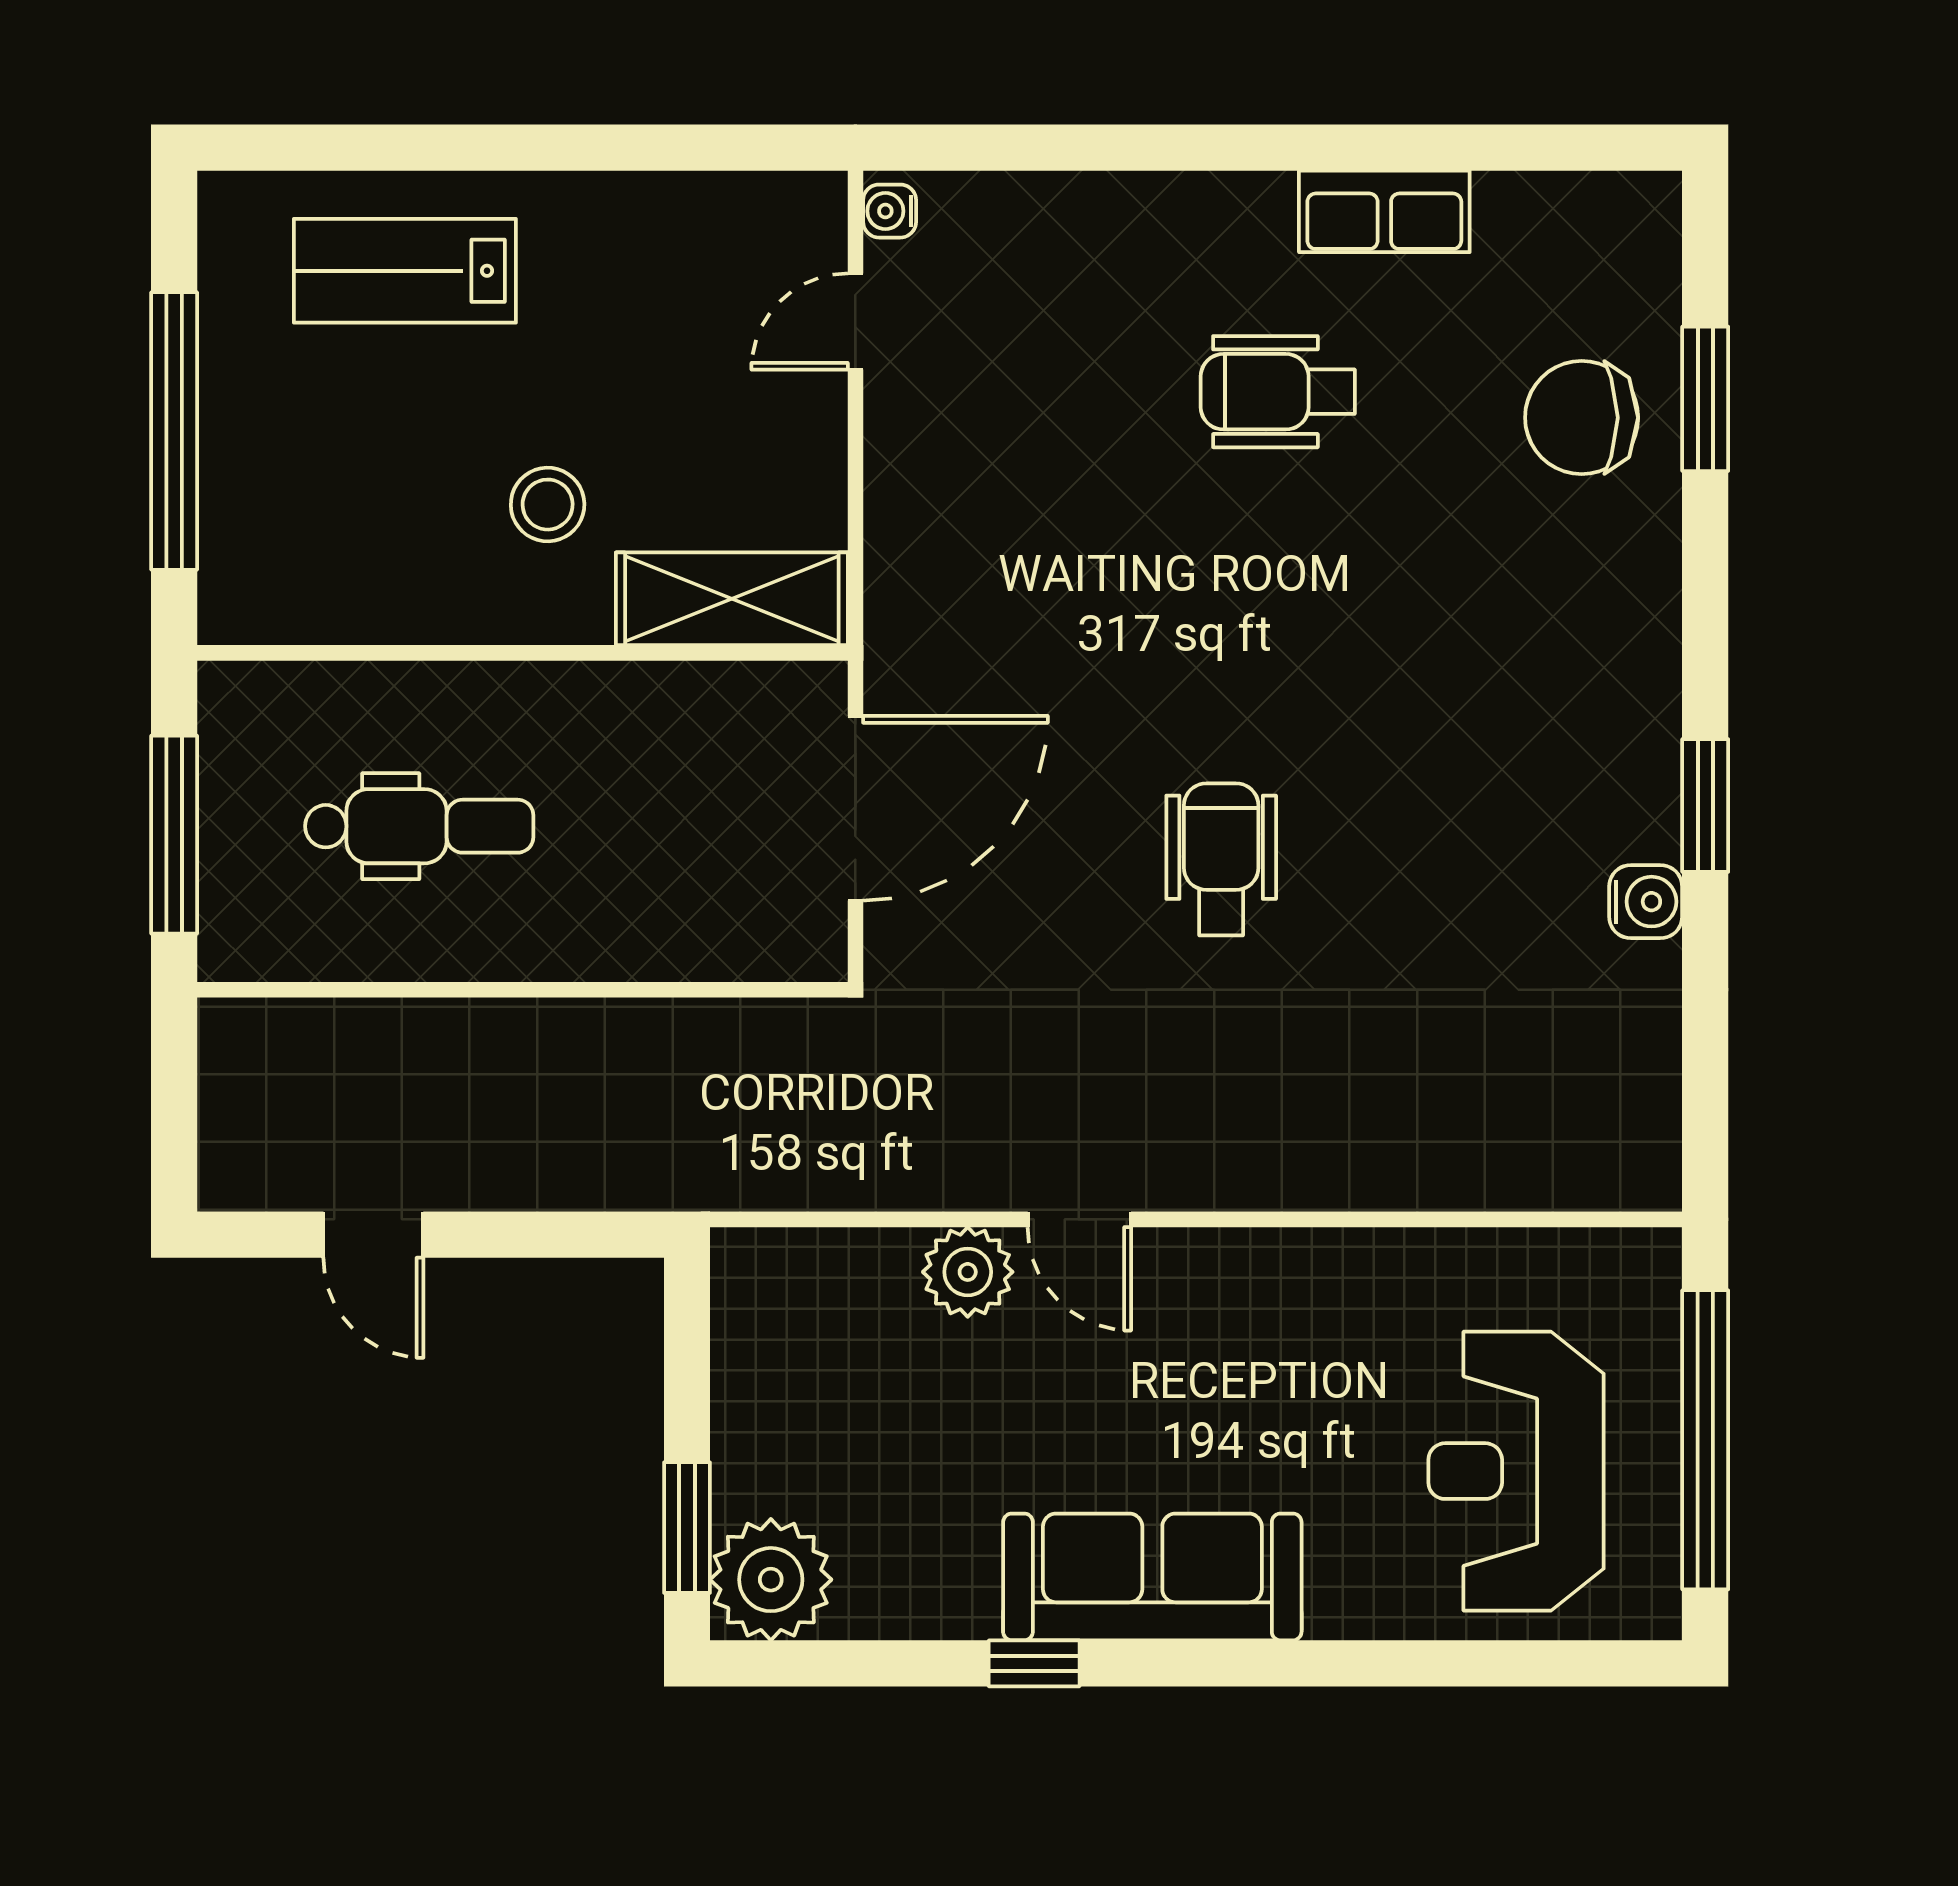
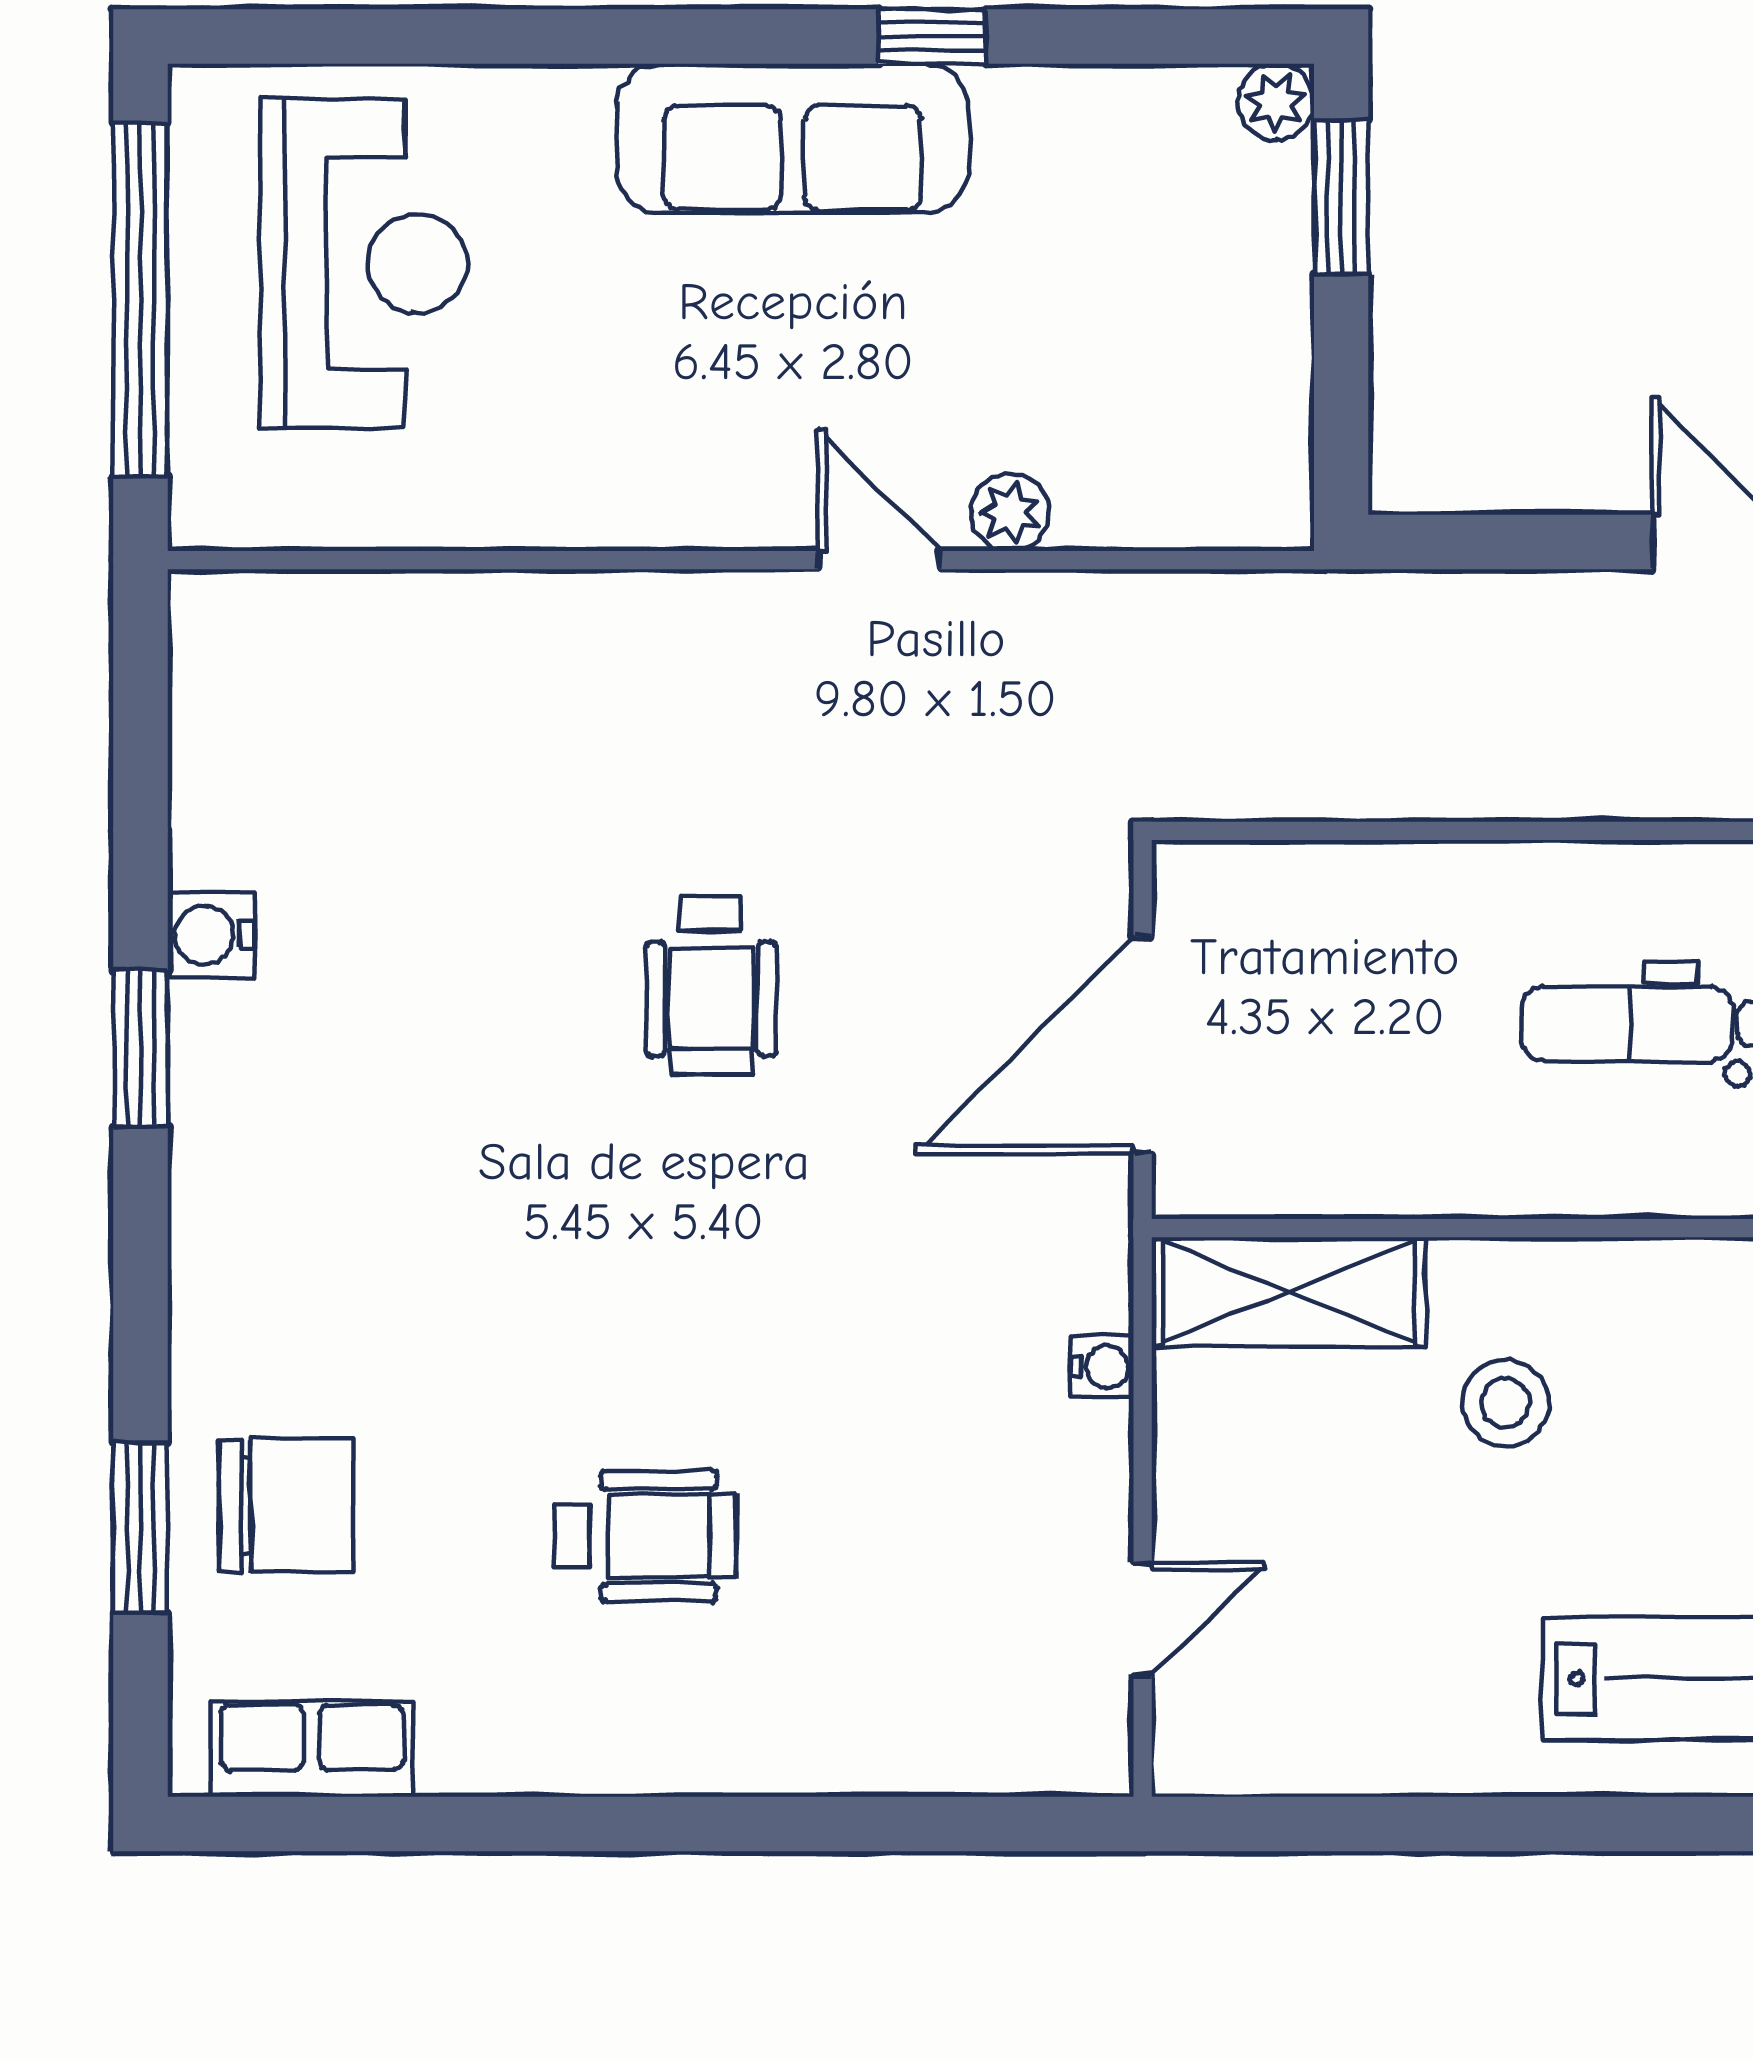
water cooler: (890, 211) -> (1102, 1367), moved
row of seats: (1384, 211) -> (312, 1749), moved
plant: (968, 1272) -> (1010, 513), width x0.73, depth x0.73
plant: (771, 1580) -> (1276, 102), width x0.53, depth x0.53

